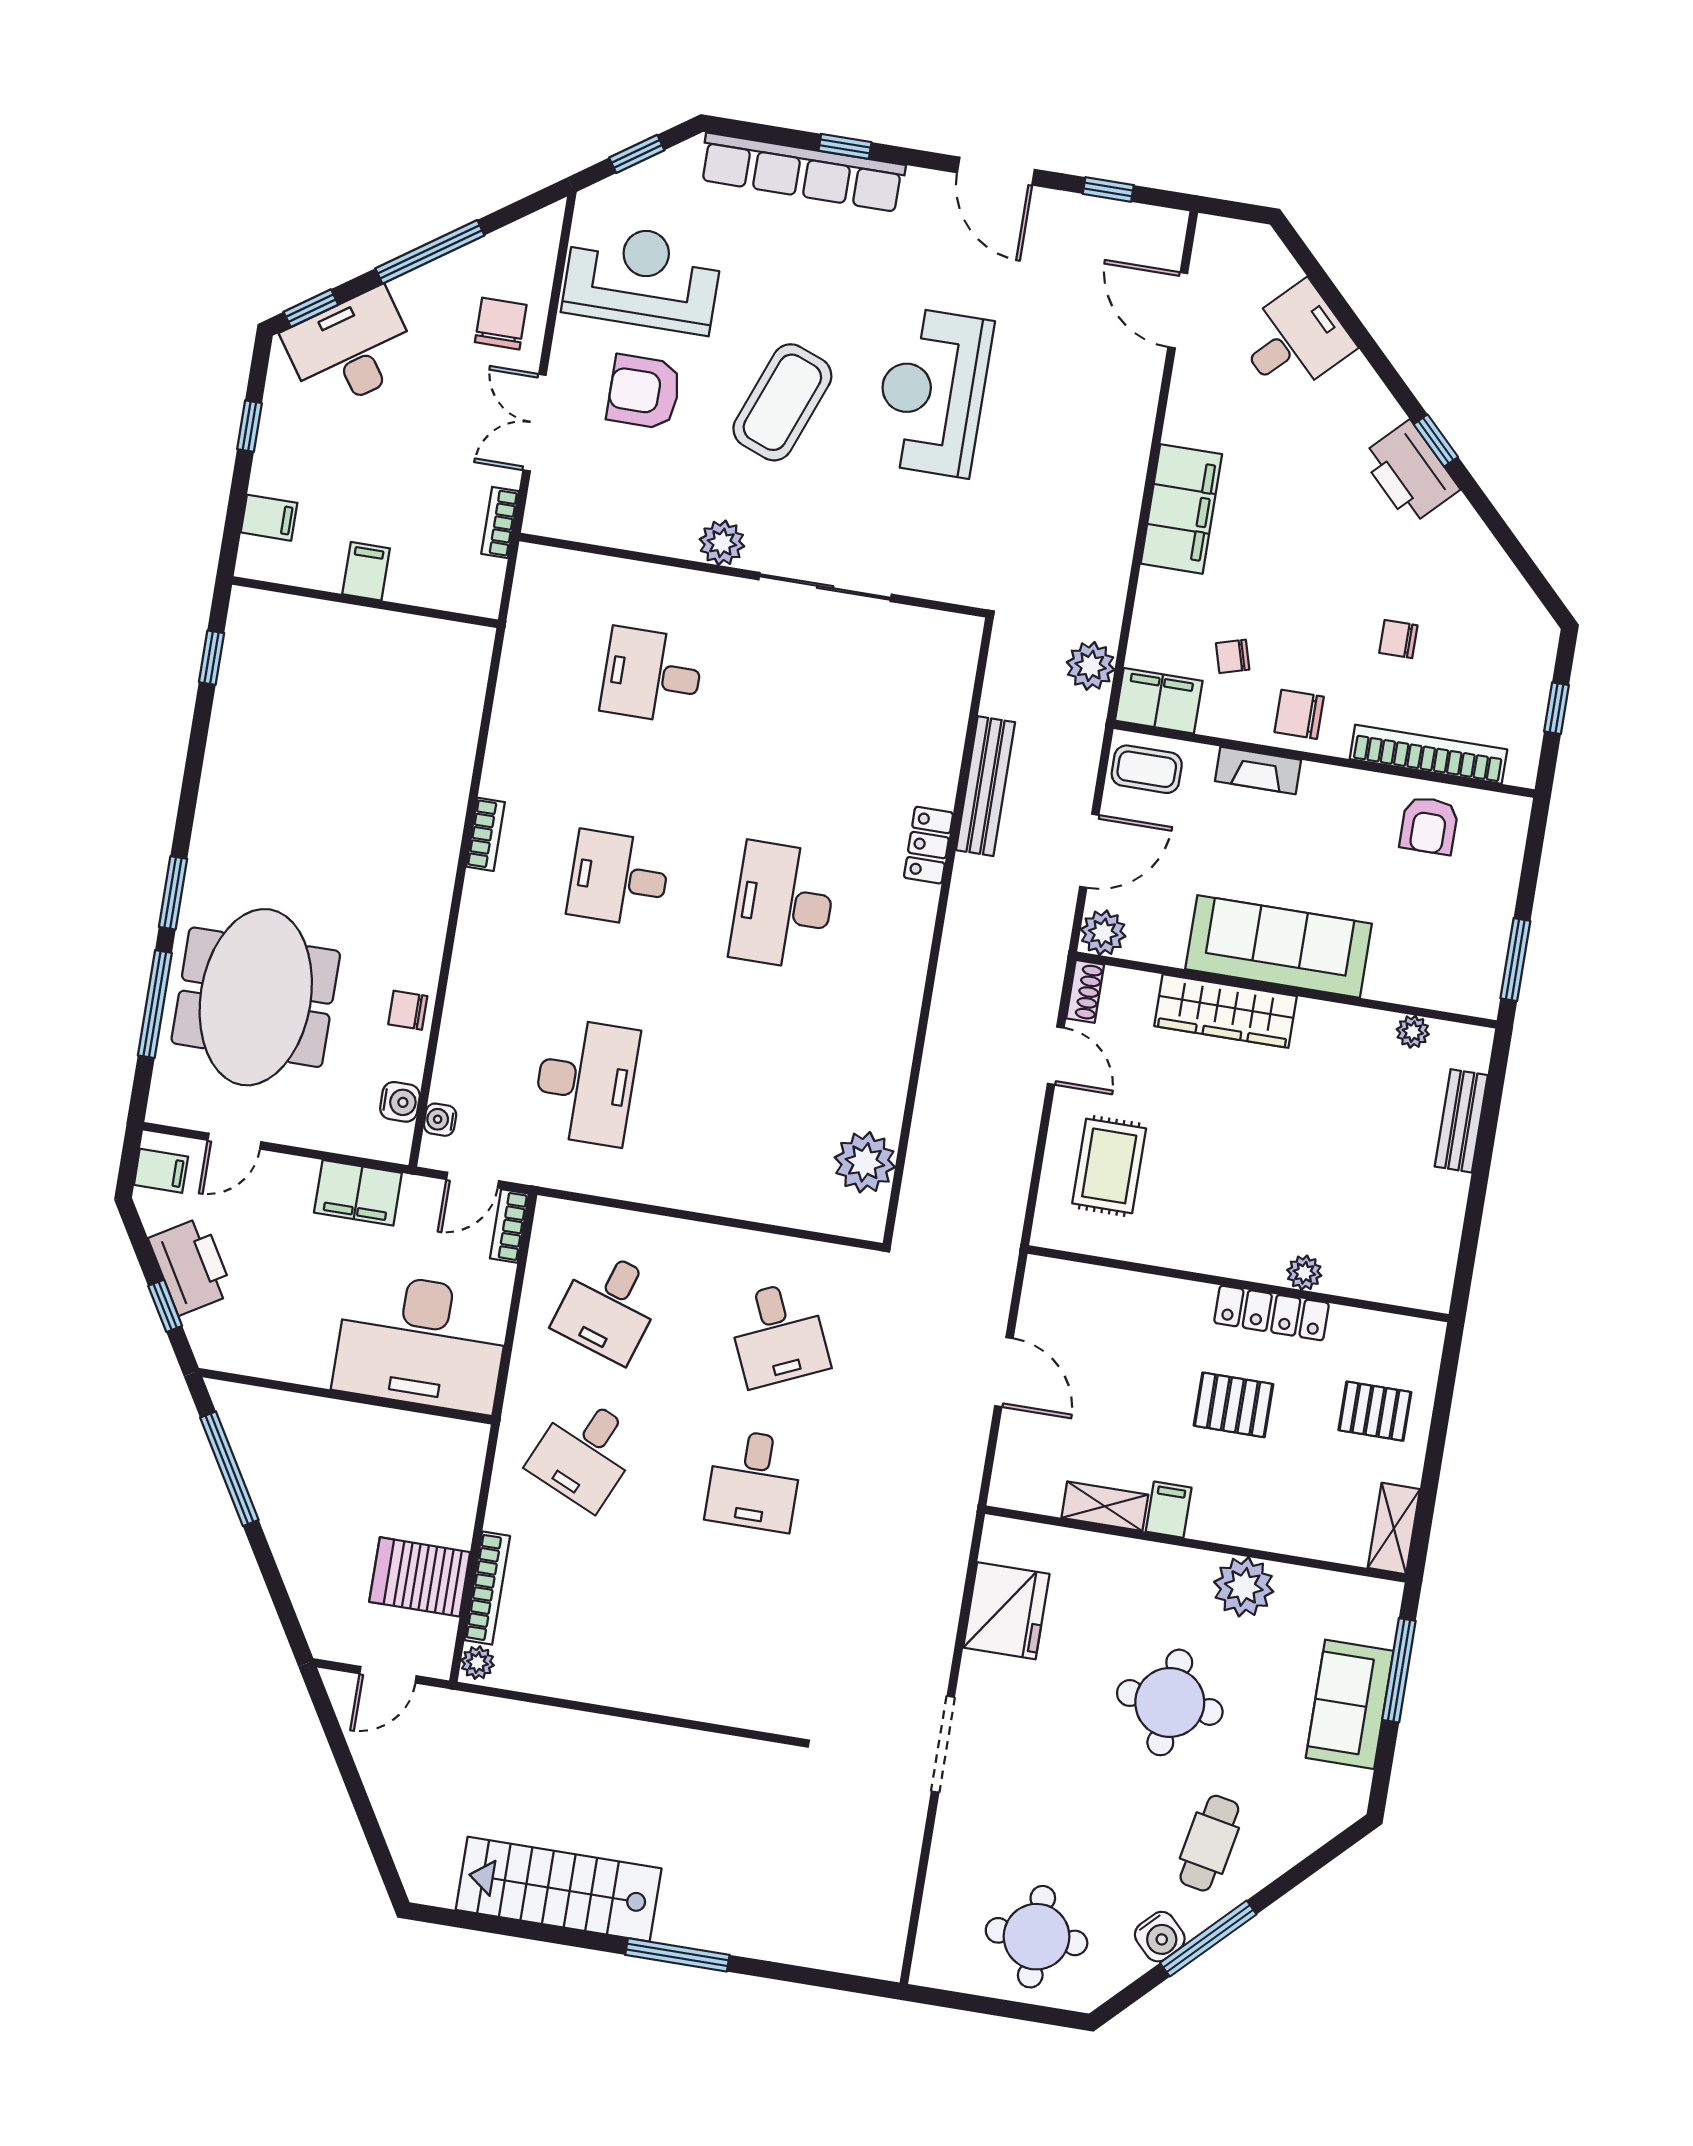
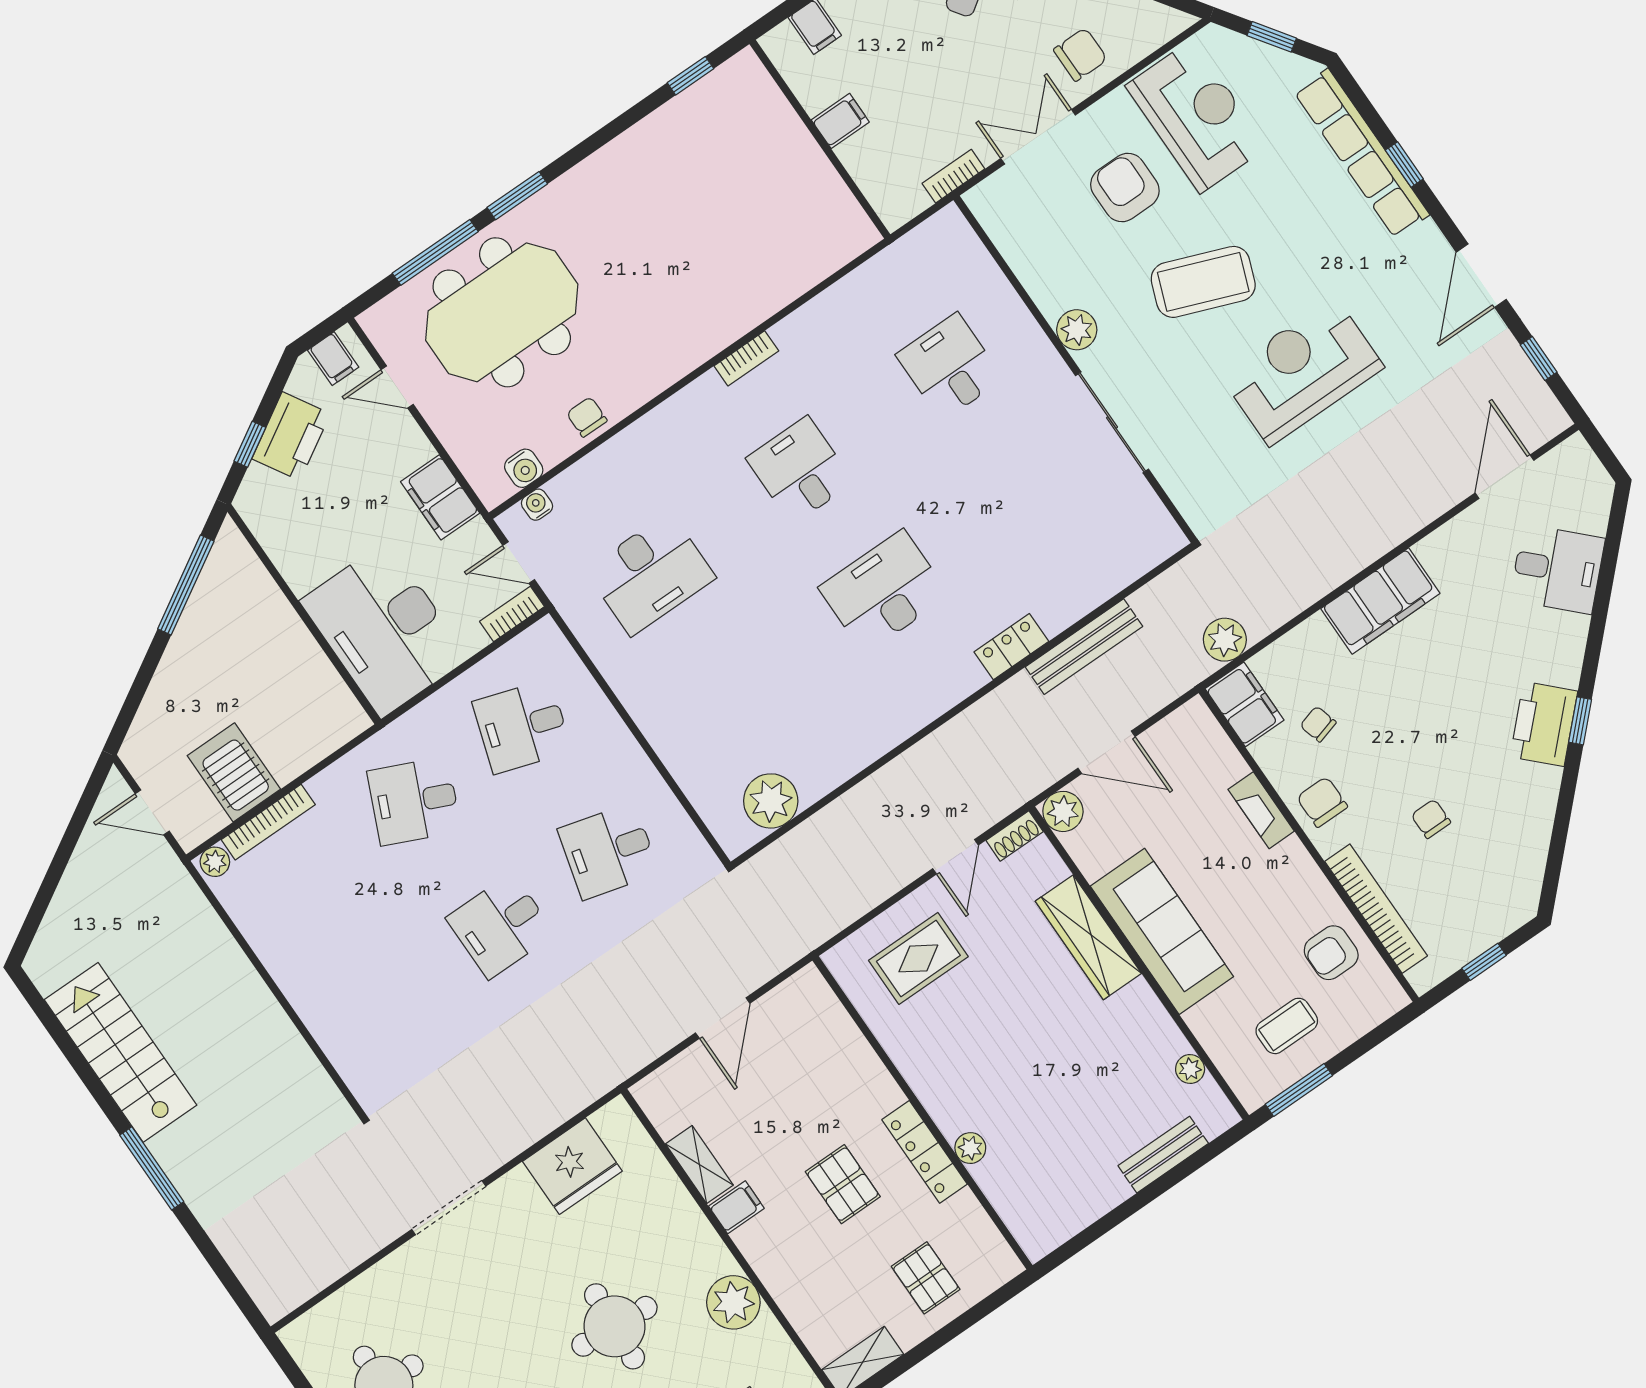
coffee table: (1147, 769) -> (1287, 1026), moved, turned 90
desk: (778, 1334) -> (608, 851), turned 39

